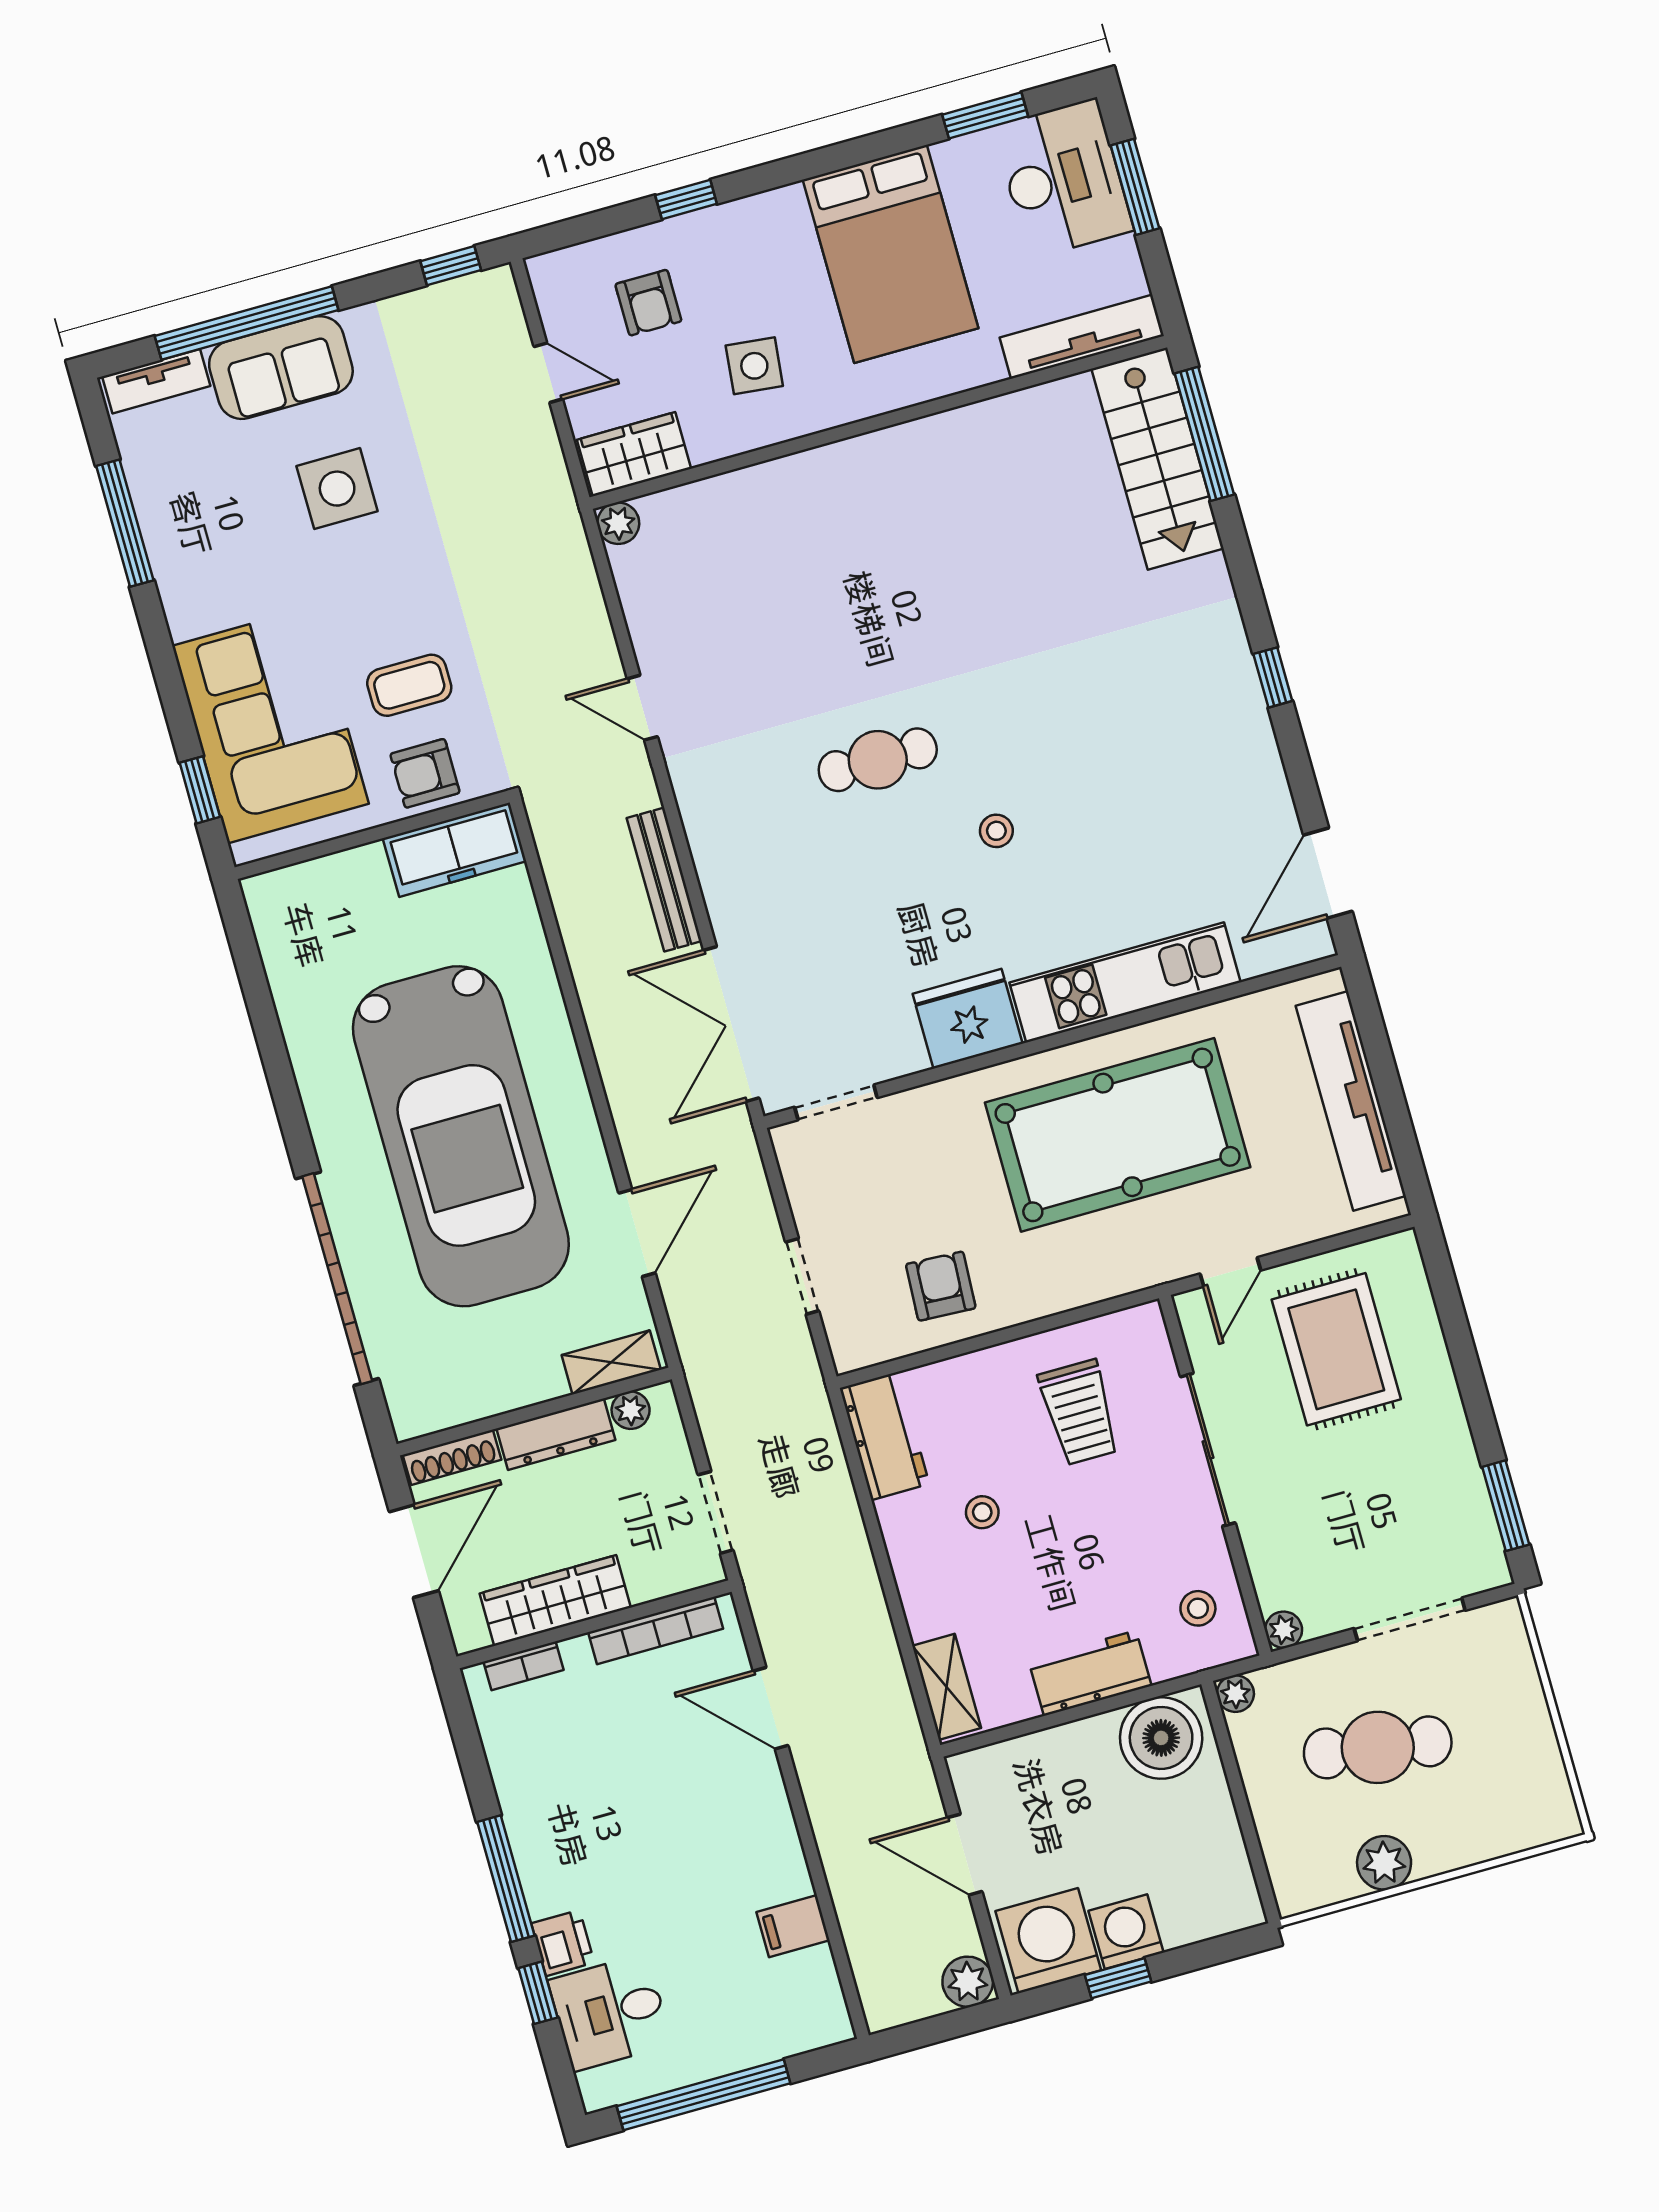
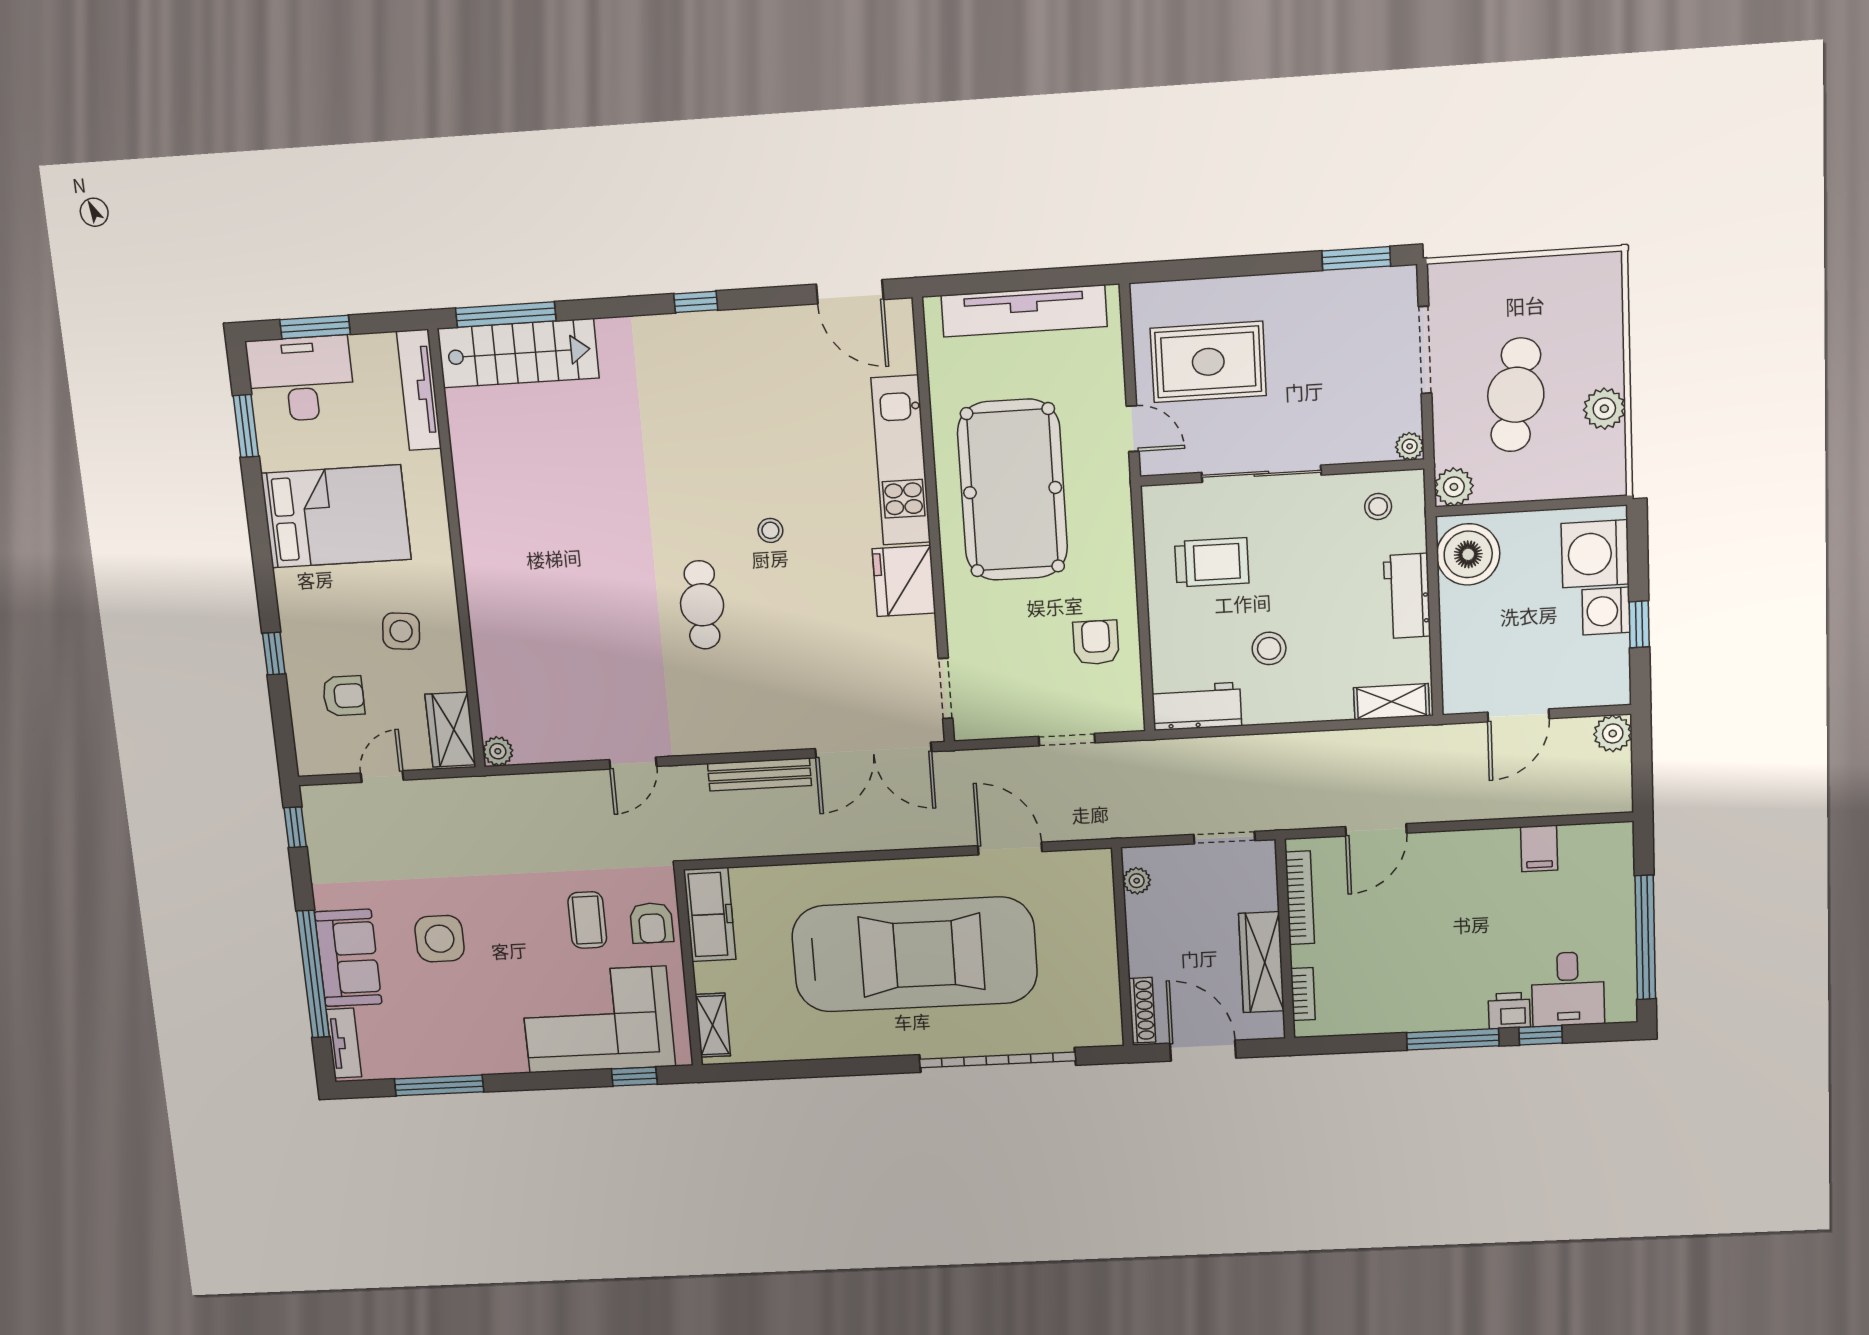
armchair: (941, 1286) -> (1096, 643), turned 87
shelving: (611, 1362) -> (713, 1025), moved
dresser: (556, 1434) -> (1142, 936), removed
stool: (982, 1512) -> (1269, 648), width x1.37, depth x1.37
plant: (1235, 1694) -> (1454, 487), width x1.38, depth x1.38
washing machine: (1048, 1941) -> (1595, 554), moved

